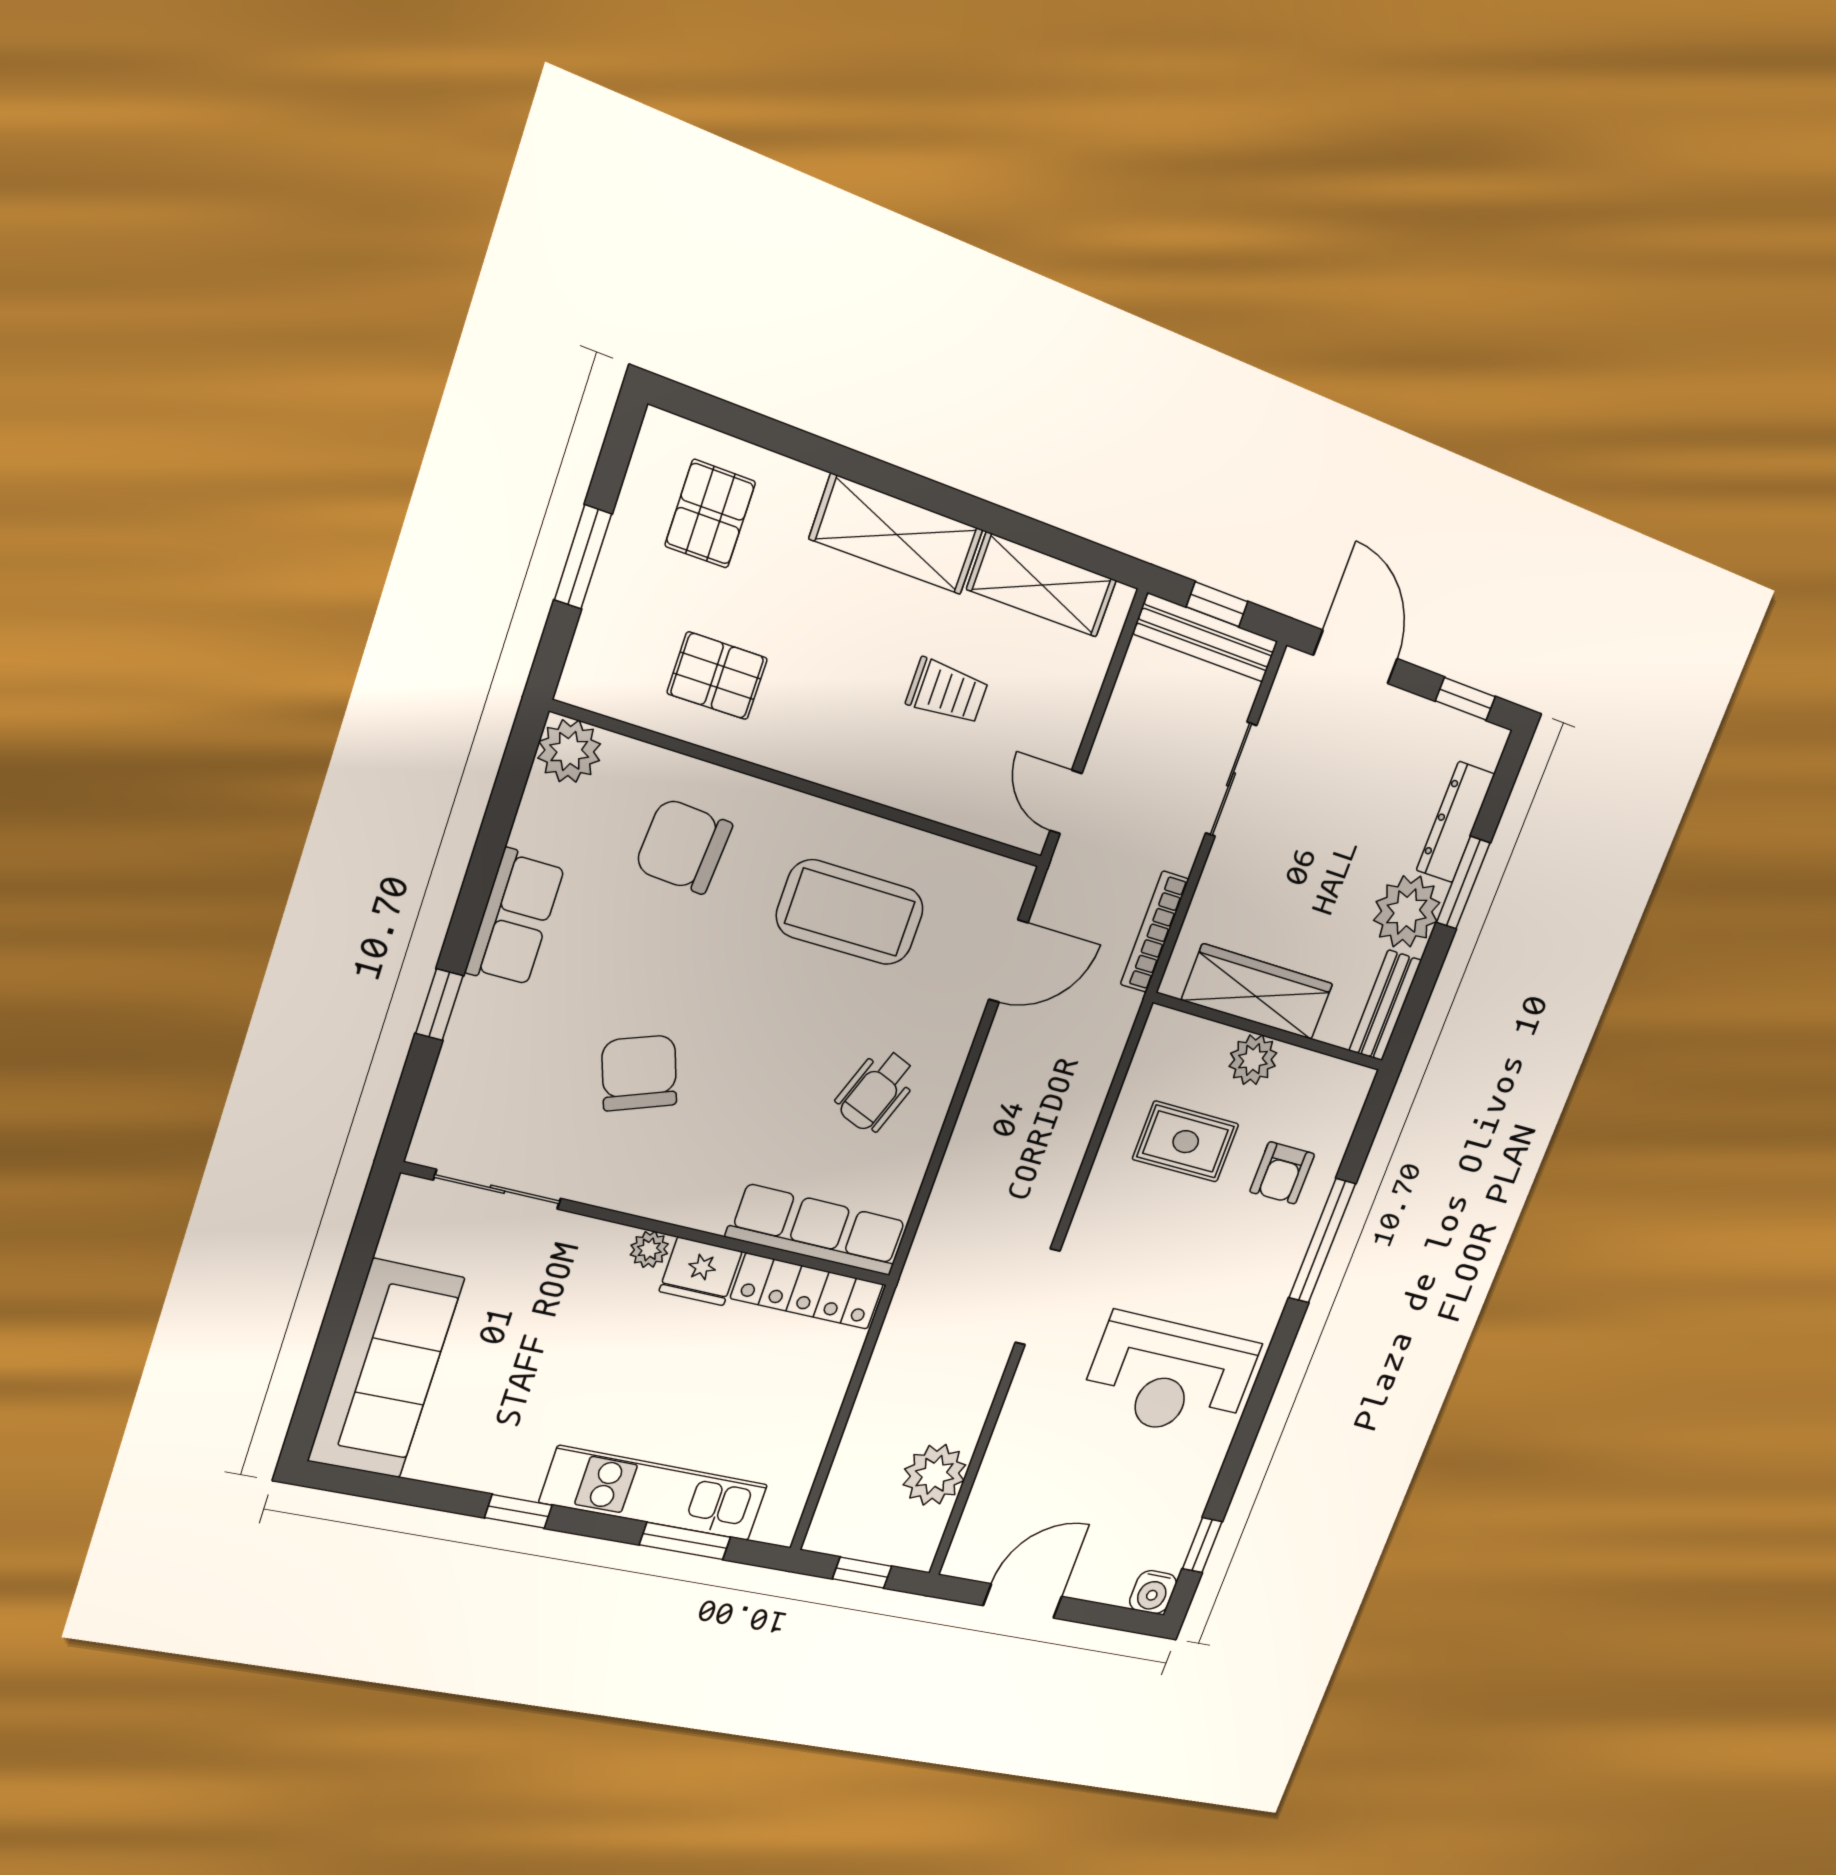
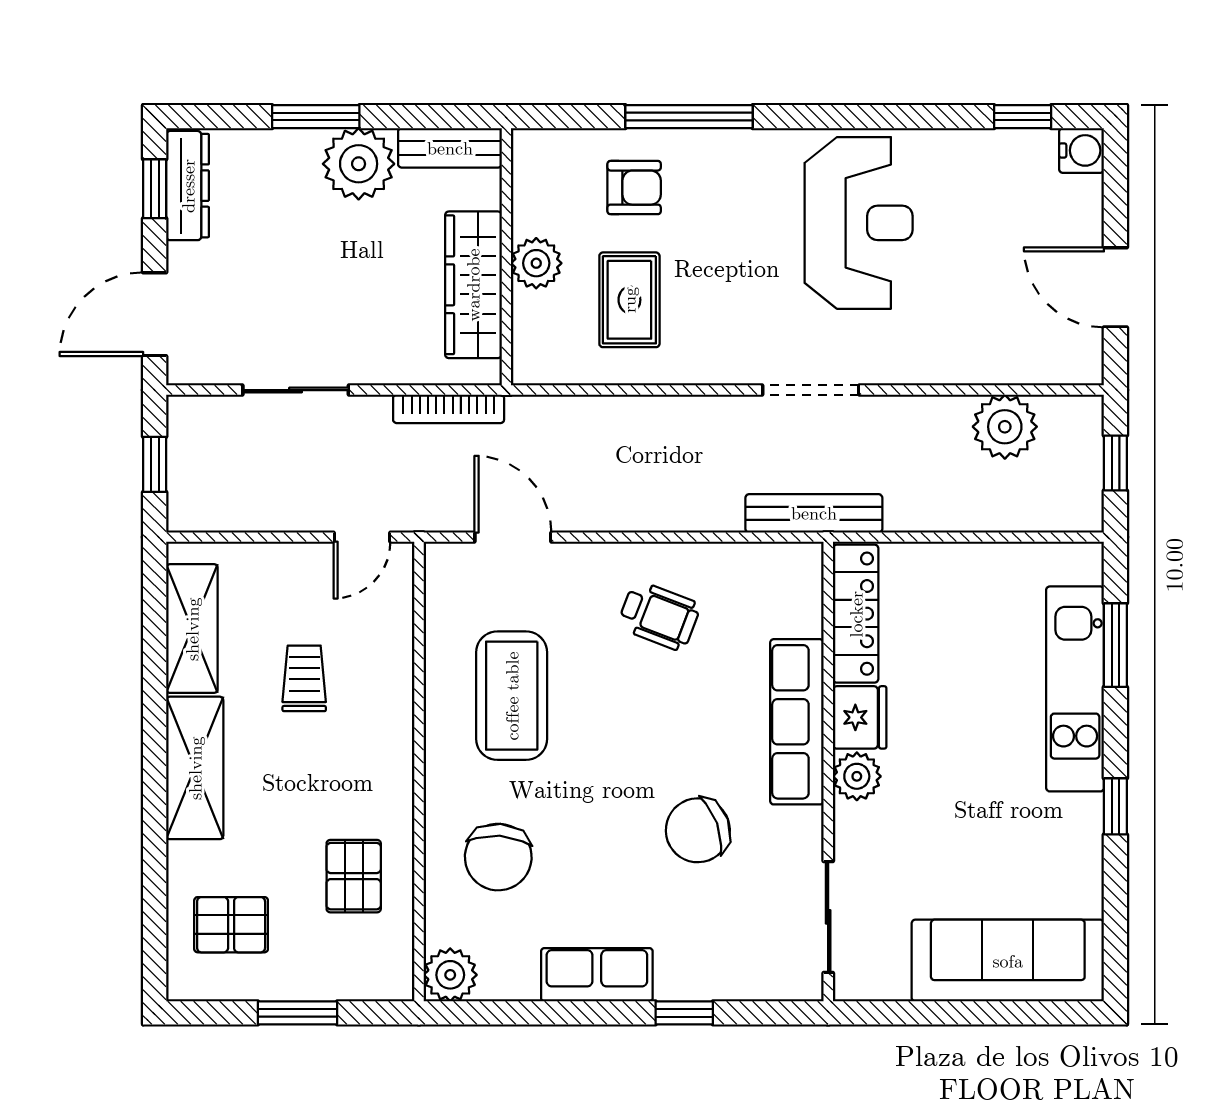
bench: (1206, 638) -> (814, 513), moved, turned 90
dresser: (1456, 822) -> (188, 186), moved, turned -90
row of seats: (818, 1230) -> (797, 722), moved
plant: (649, 1249) -> (857, 776), width x1.38, depth x1.38

